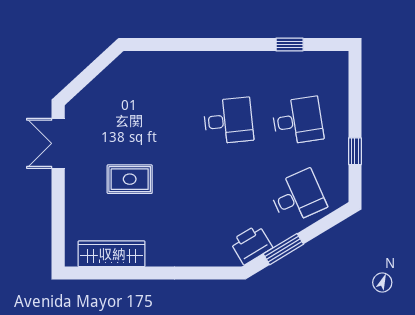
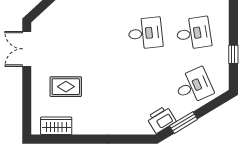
rug: (130, 179) -> (66, 87), moved
wardrobe: (112, 254) -> (56, 126), width x0.67

